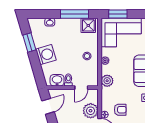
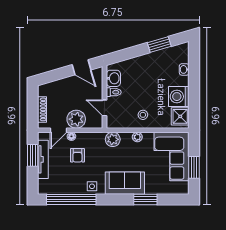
window: (75, 14) -> (194, 100), removed
window: (118, 14) -> (194, 167), moved
washing machine: (46, 55) -> (179, 97), moved, turned 106

